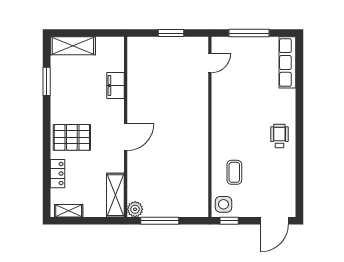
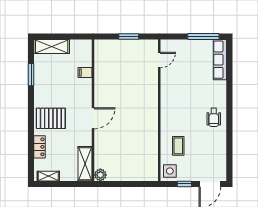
window: (249, 33) -> (203, 37), moved
filing cabinet: (115, 85) -> (85, 73), width x0.50
wheelchair: (279, 136) -> (214, 117), turned 180
window: (160, 221) -> (120, 184), removed
window: (229, 221) -> (184, 184), moved

